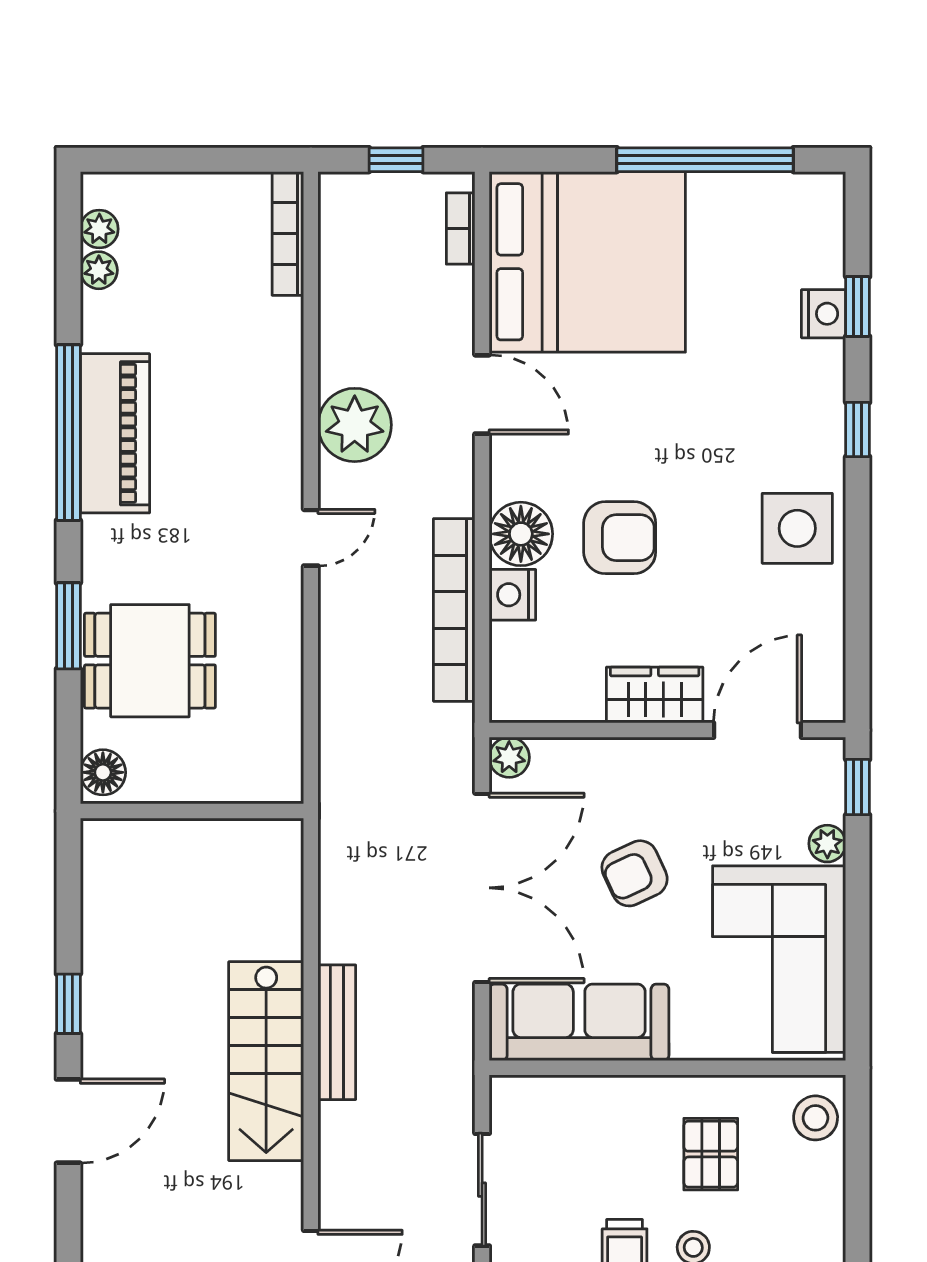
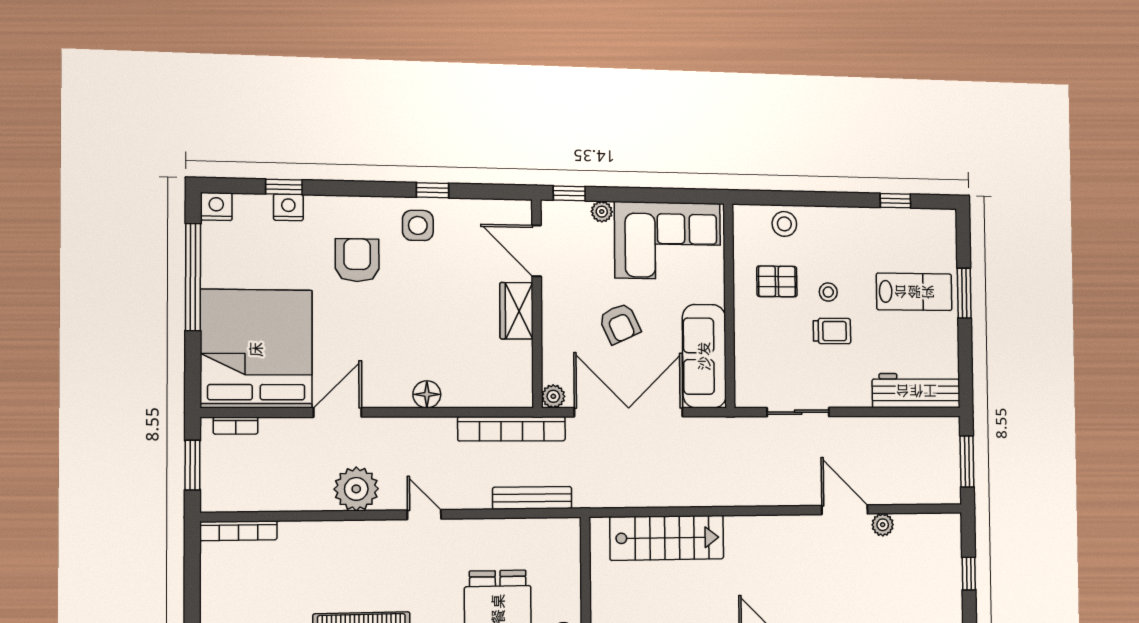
window: (396, 160) -> (192, 465), width x1.50
window: (858, 430) -> (433, 190), moved
side table: (797, 528) -> (418, 225), width x0.73, depth x0.73
floor lamp: (521, 534) -> (427, 394), width x0.73, depth x0.73
armchair: (620, 538) -> (357, 260), moved
nightstand: (512, 595) -> (216, 206), moved, turned 180
bookcase: (454, 610) -> (512, 429), moved
bench: (337, 1032) -> (532, 498), moved
stairs: (266, 1061) -> (667, 538), moved
stool: (816, 1118) -> (784, 224), moved

